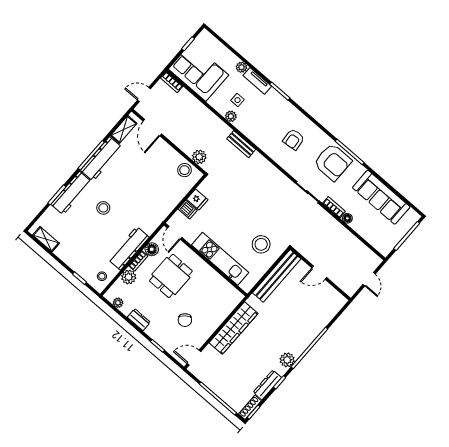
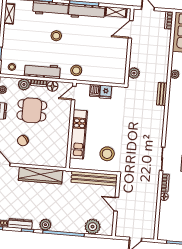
stool: (184, 170) -> (76, 70), moved
dining table: (171, 276) -> (32, 110), moved
plant: (324, 313) -> (93, 227), added

